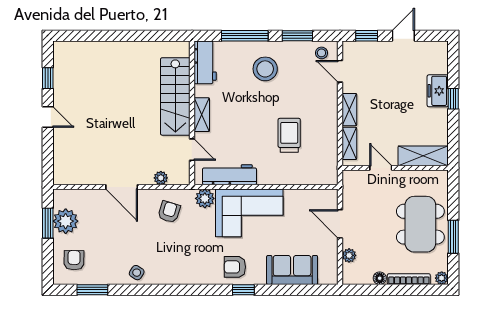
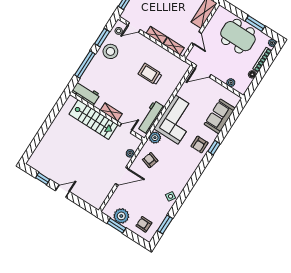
stool: (265, 69) -> (110, 51), moved
door: (381, 168) -> (196, 38), swing flipped
door: (340, 224) -> (203, 71), moved

